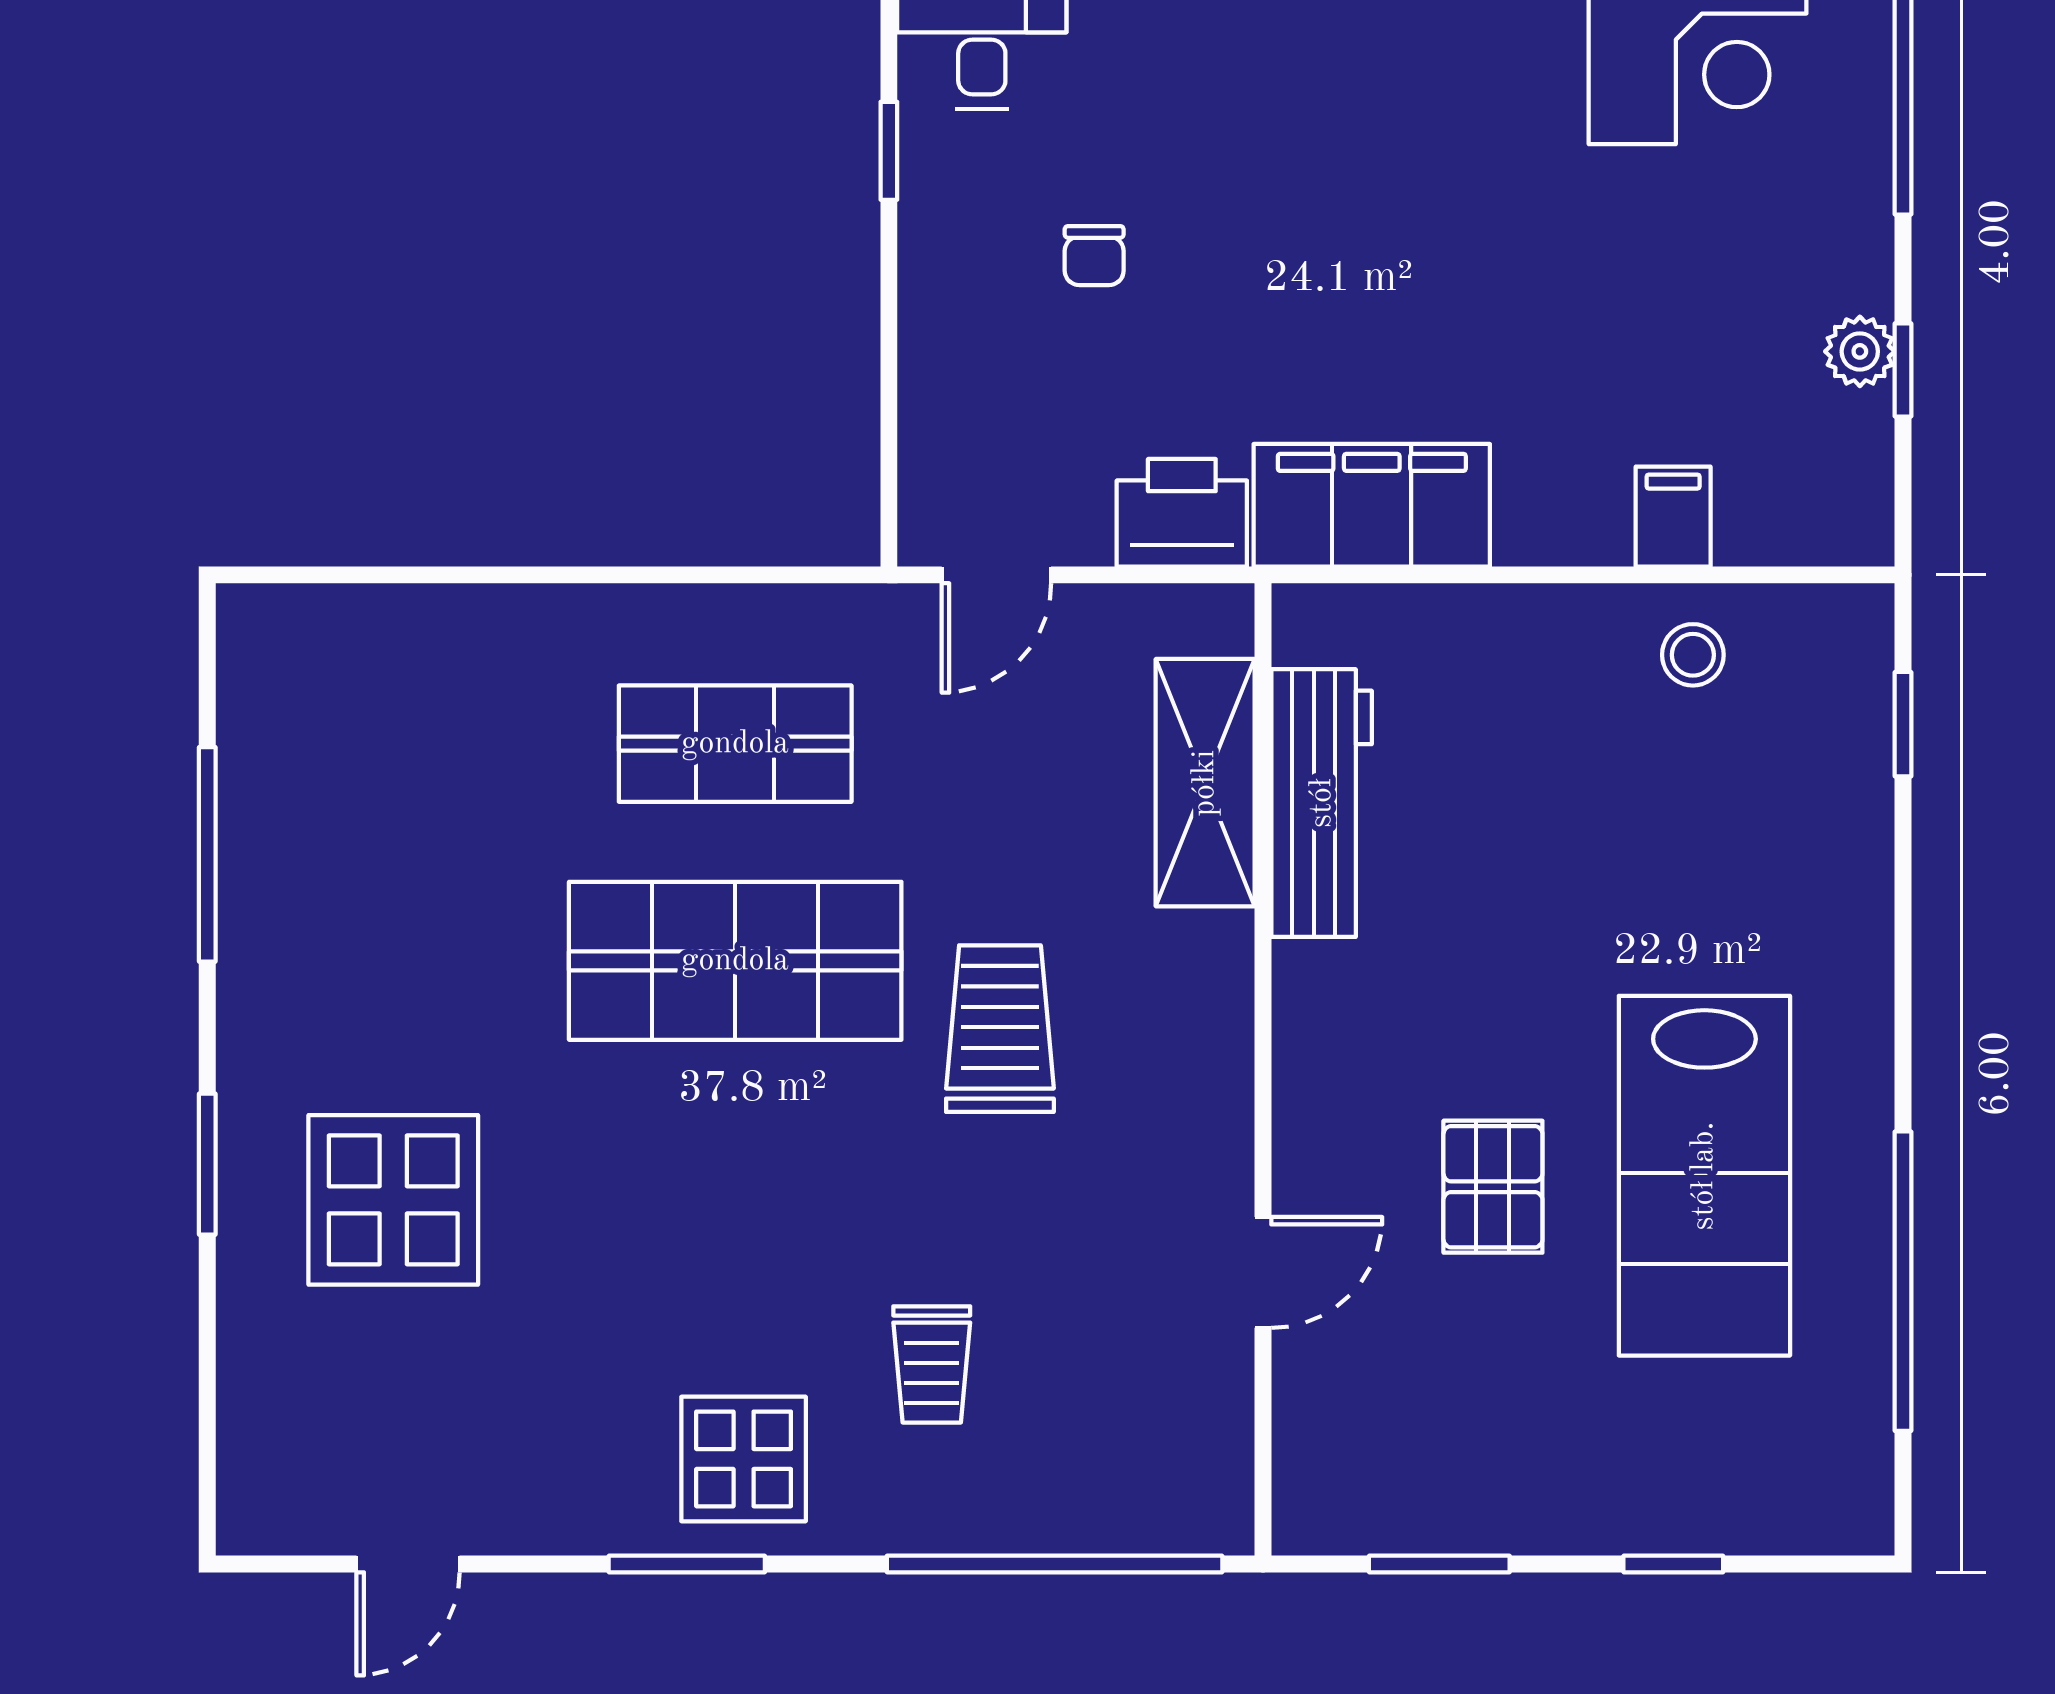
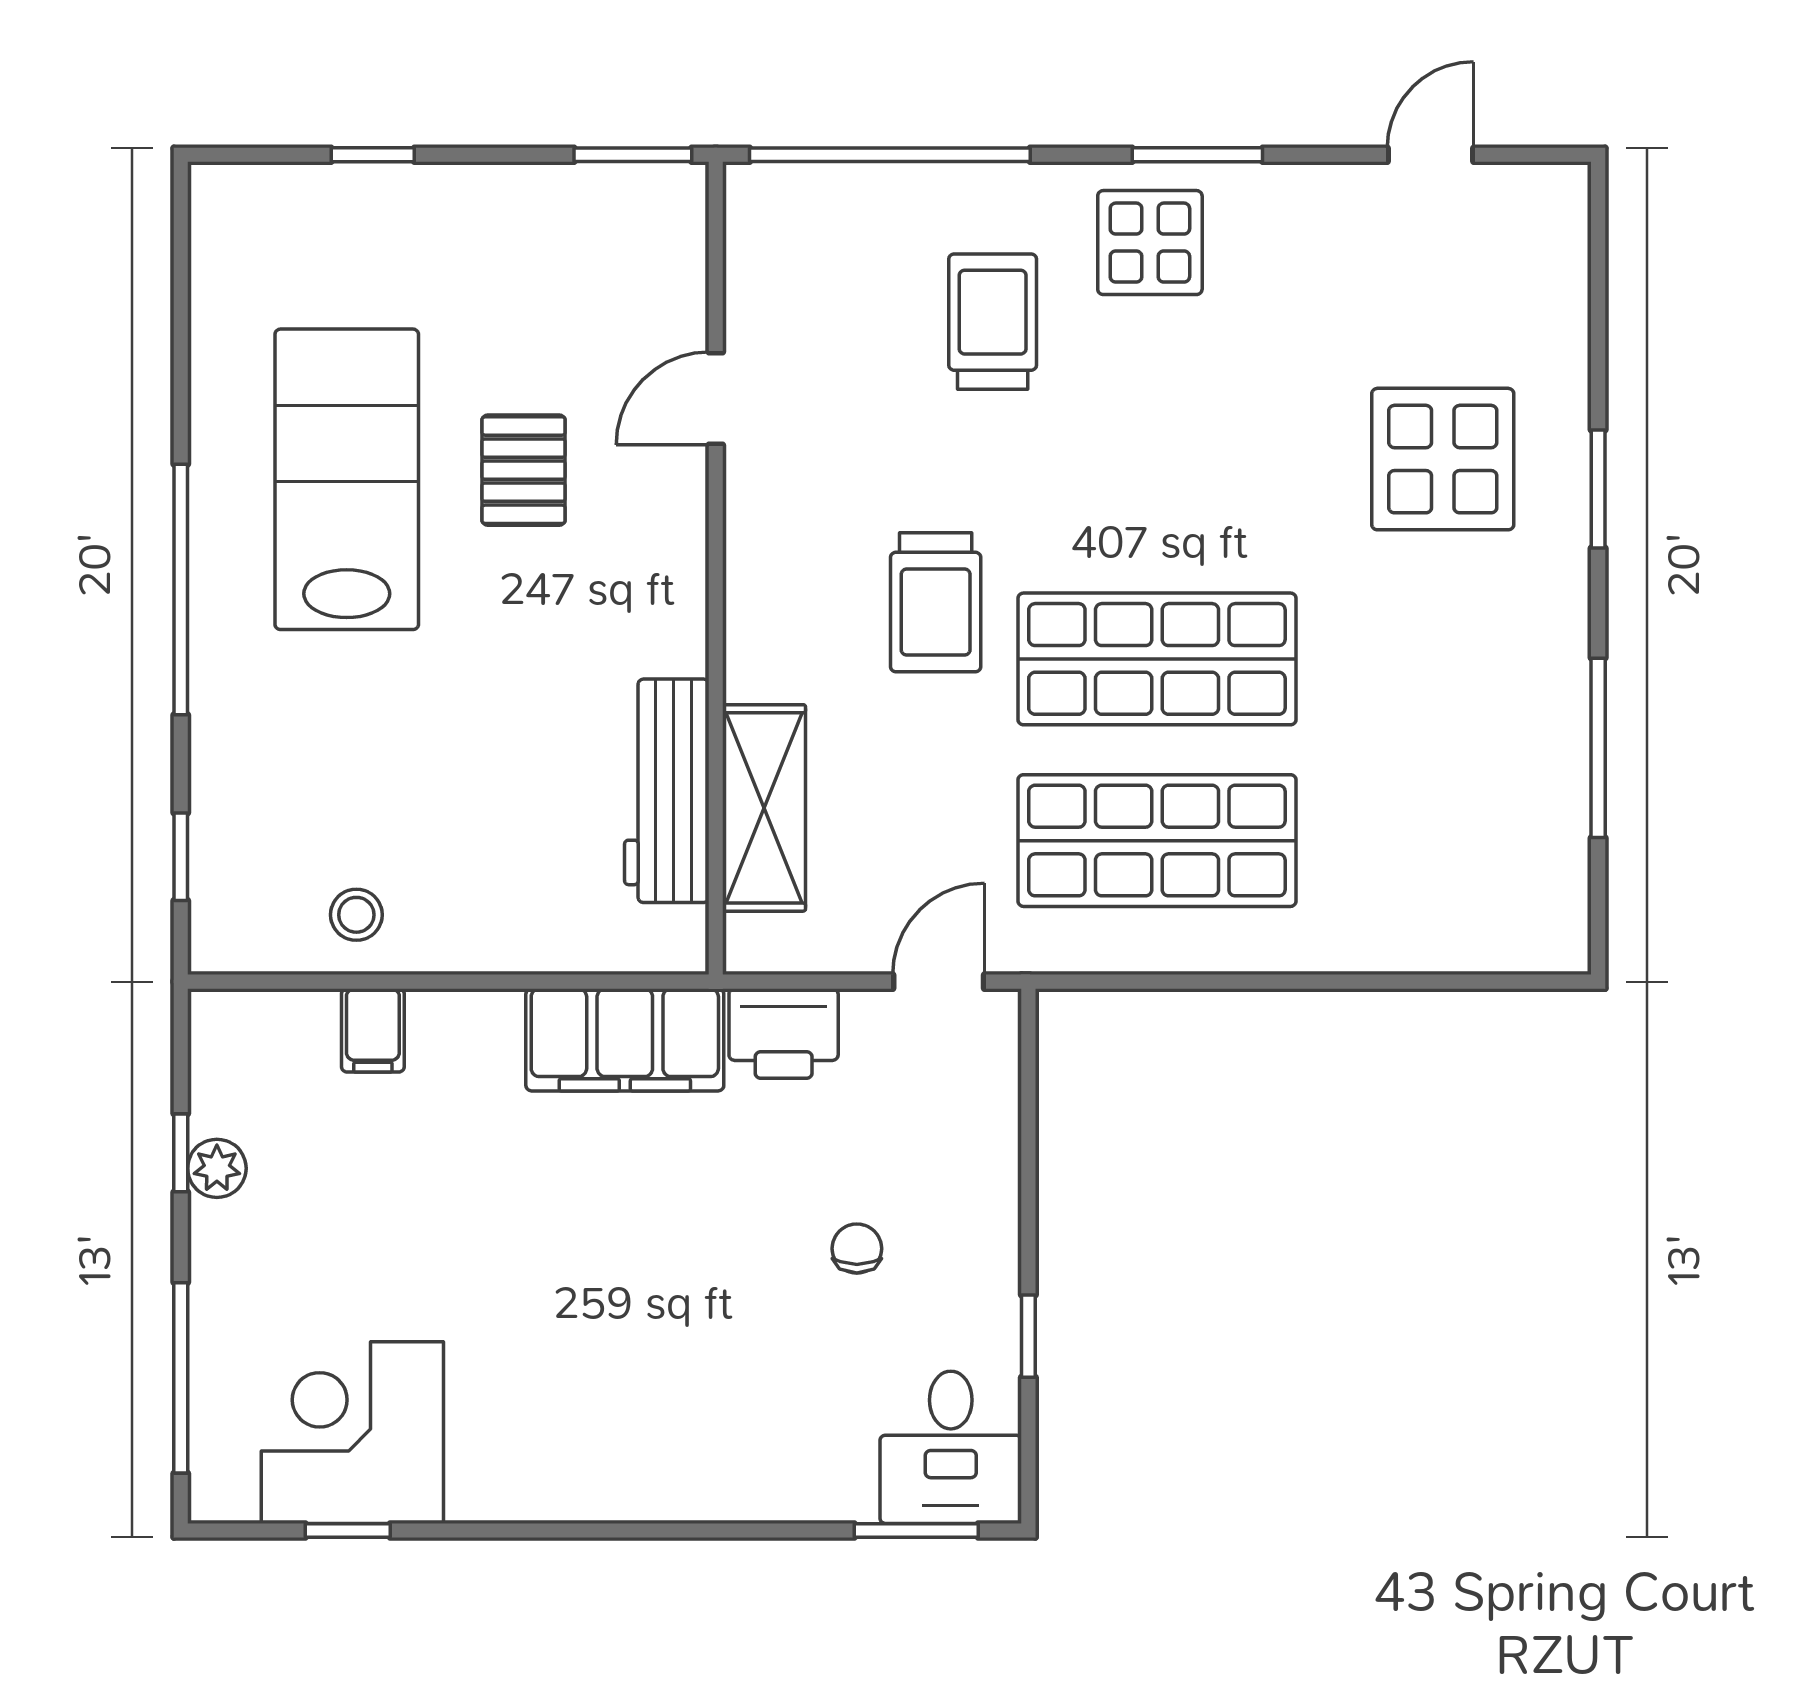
shop shelf: (735, 744) -> (1157, 841), width x1.43, depth x1.36
window: (1903, 1281) -> (181, 589), moved
trolley: (932, 1364) -> (993, 322), width x1.36, depth x1.39
window: (1439, 1564) -> (633, 155), moved

